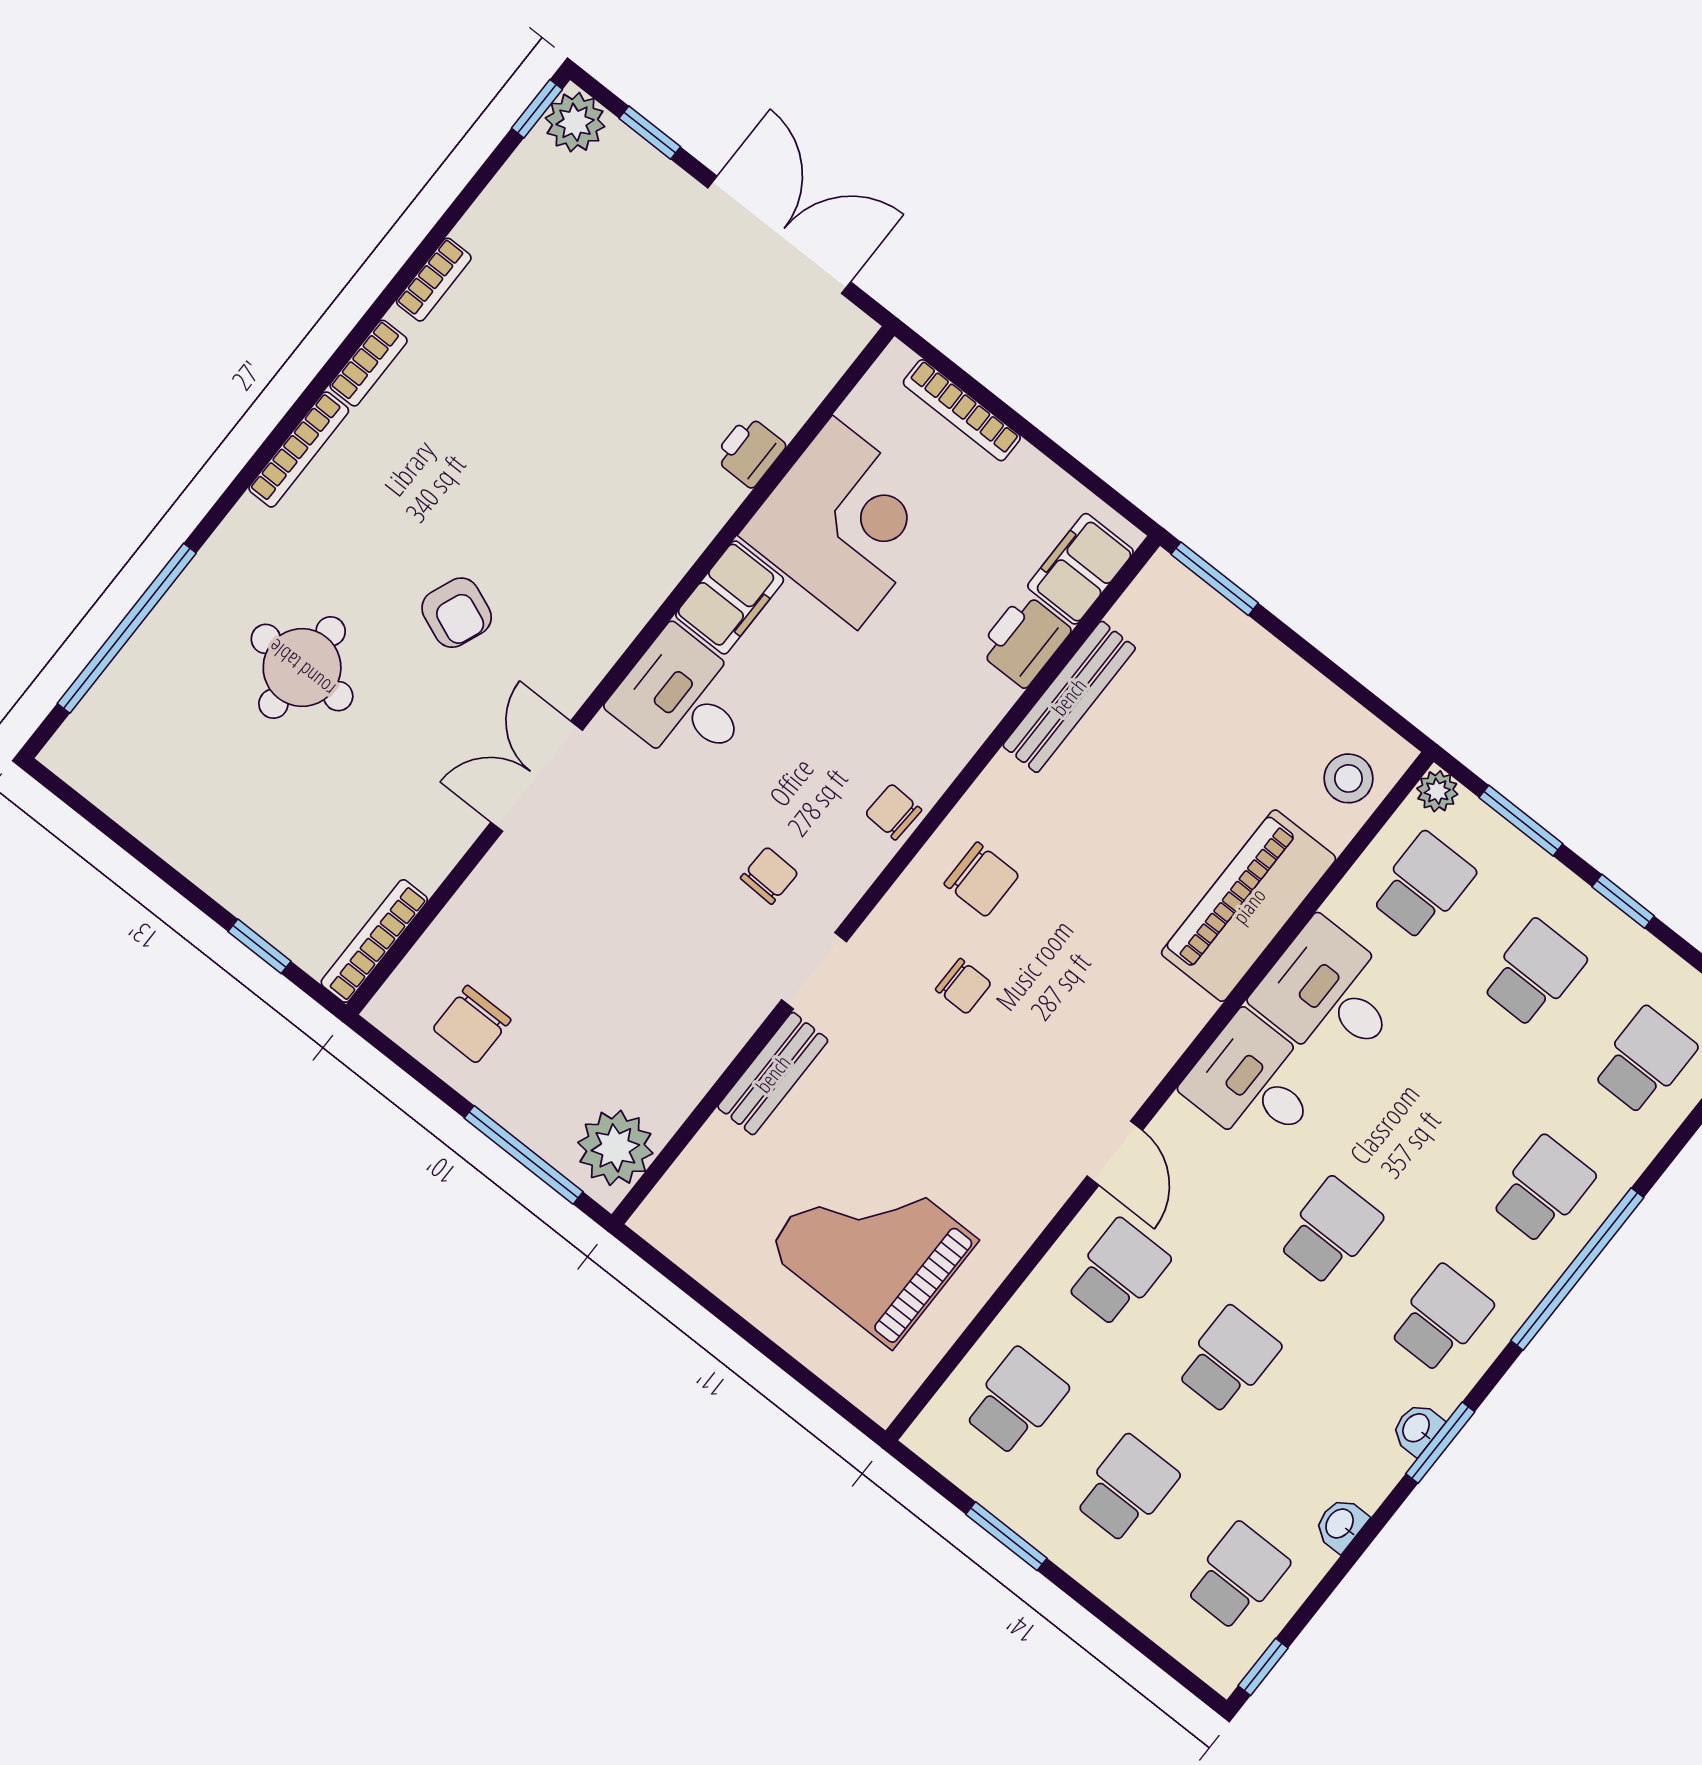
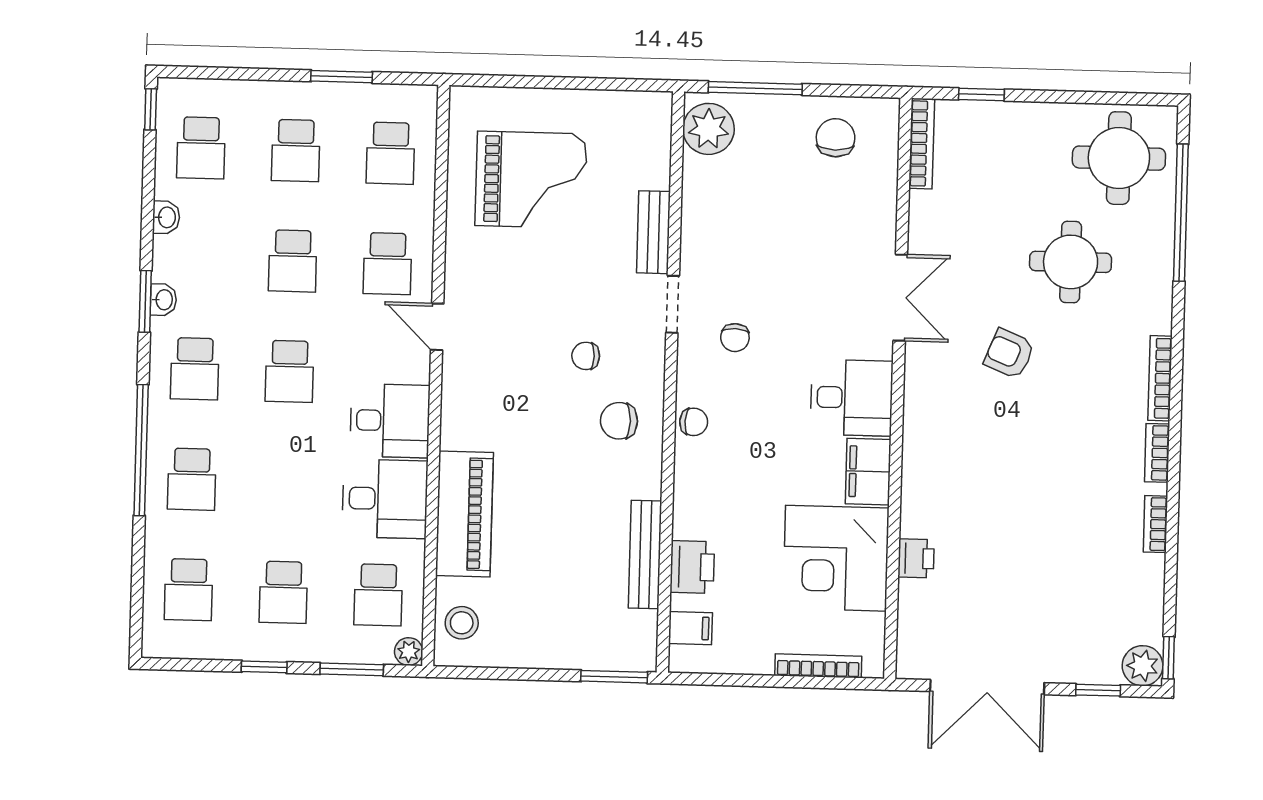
filing cabinet: (1080, 569) -> (690, 628), width x0.50
round table: (152, 748) -> (1119, 158), added

